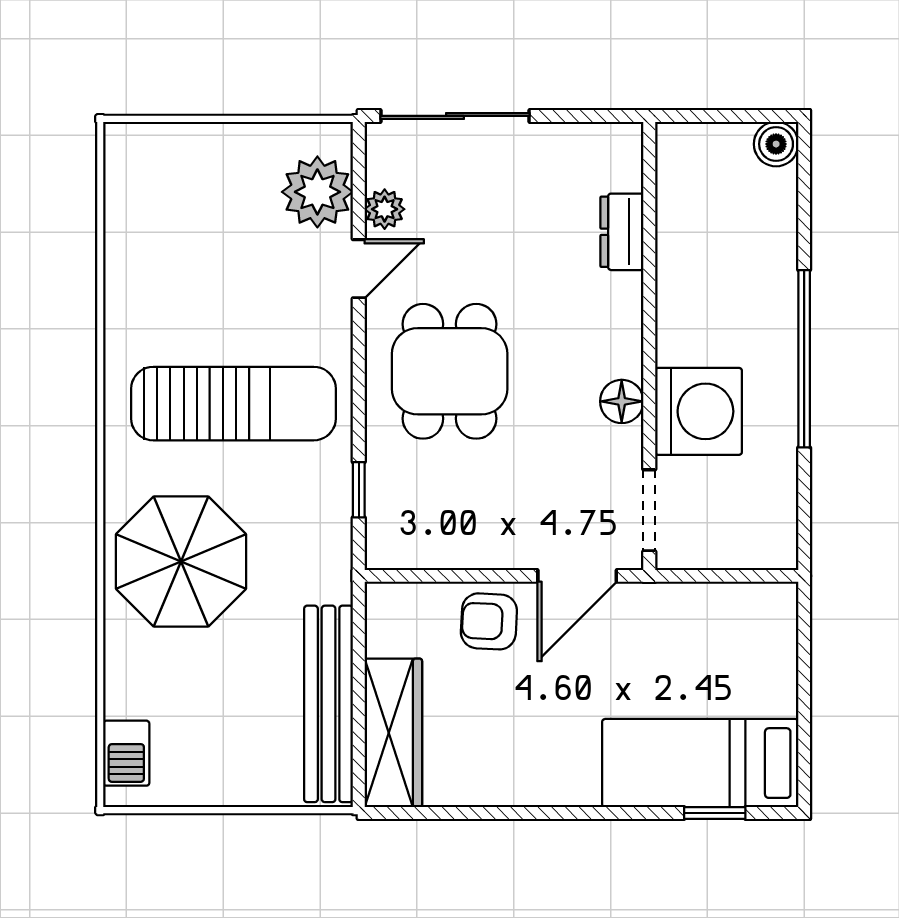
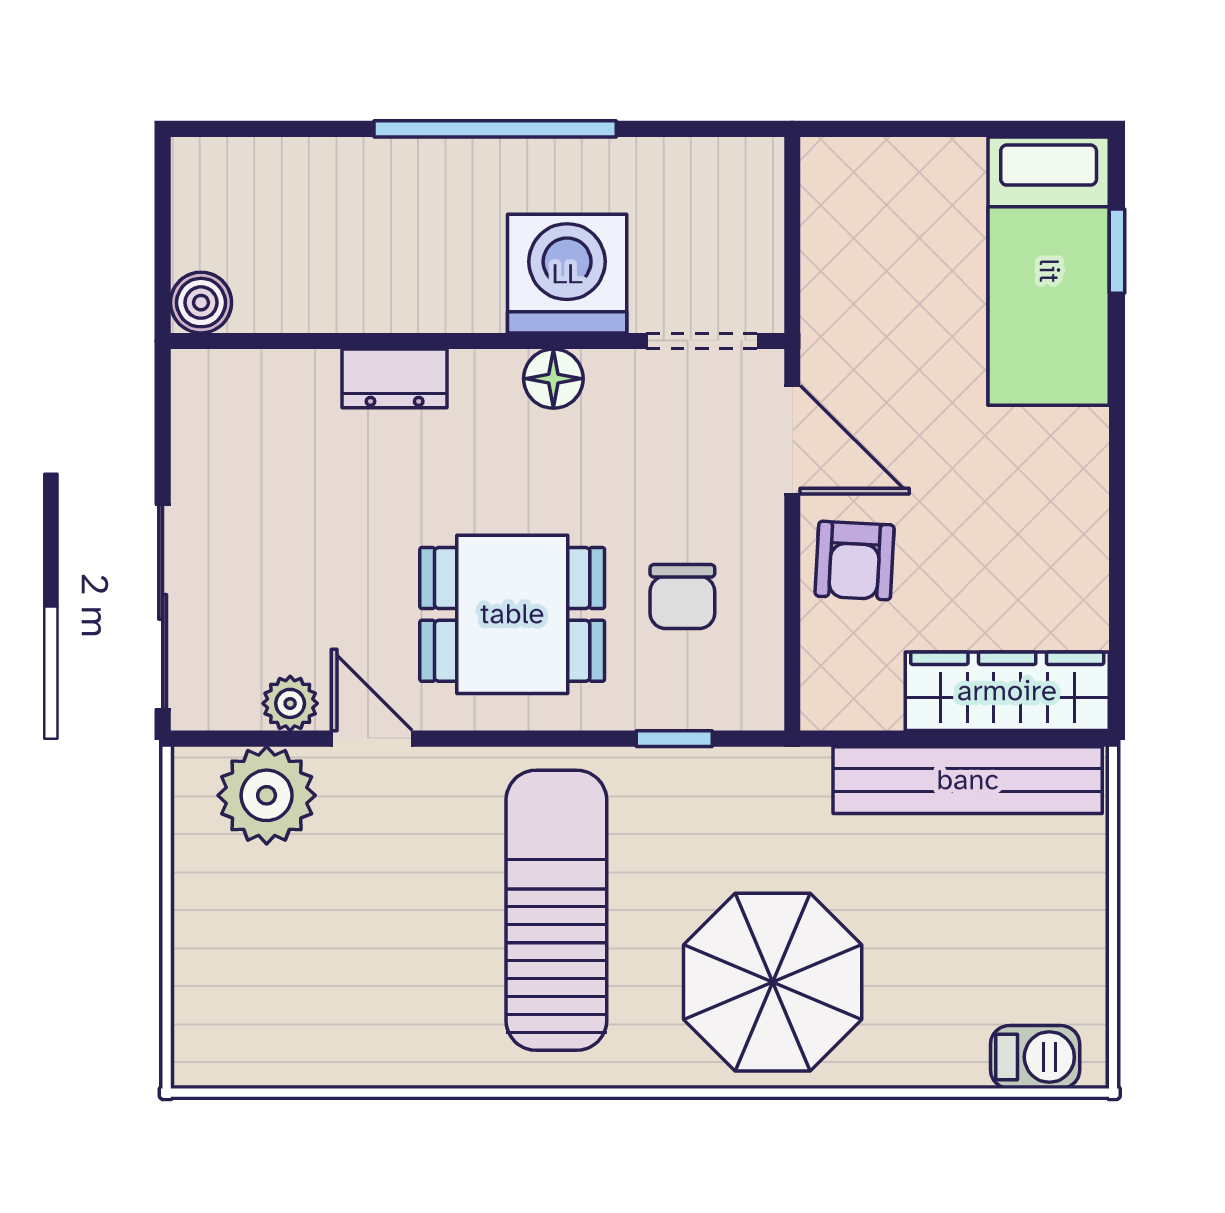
boiler: (776, 144) -> (201, 303), moved
dresser: (622, 232) -> (395, 378), moved
chair: (463, 496) -> (682, 597), added

